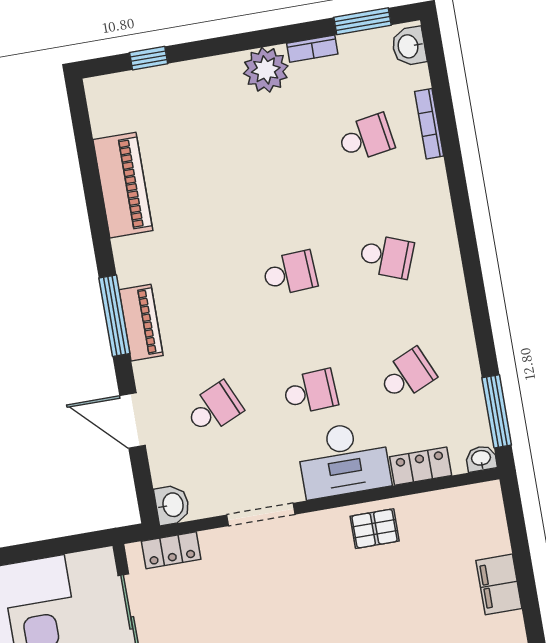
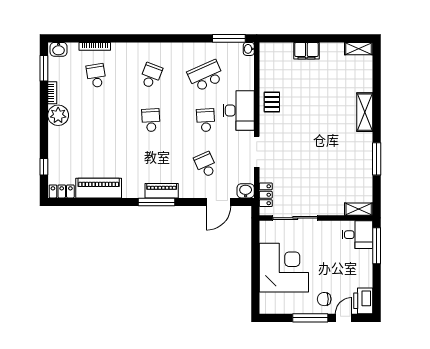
school desk: (407, 375) -> (206, 76), width x1.85
door: (133, 421) -> (219, 202), moved
locker: (421, 466) -> (62, 191), moved, turned 90

